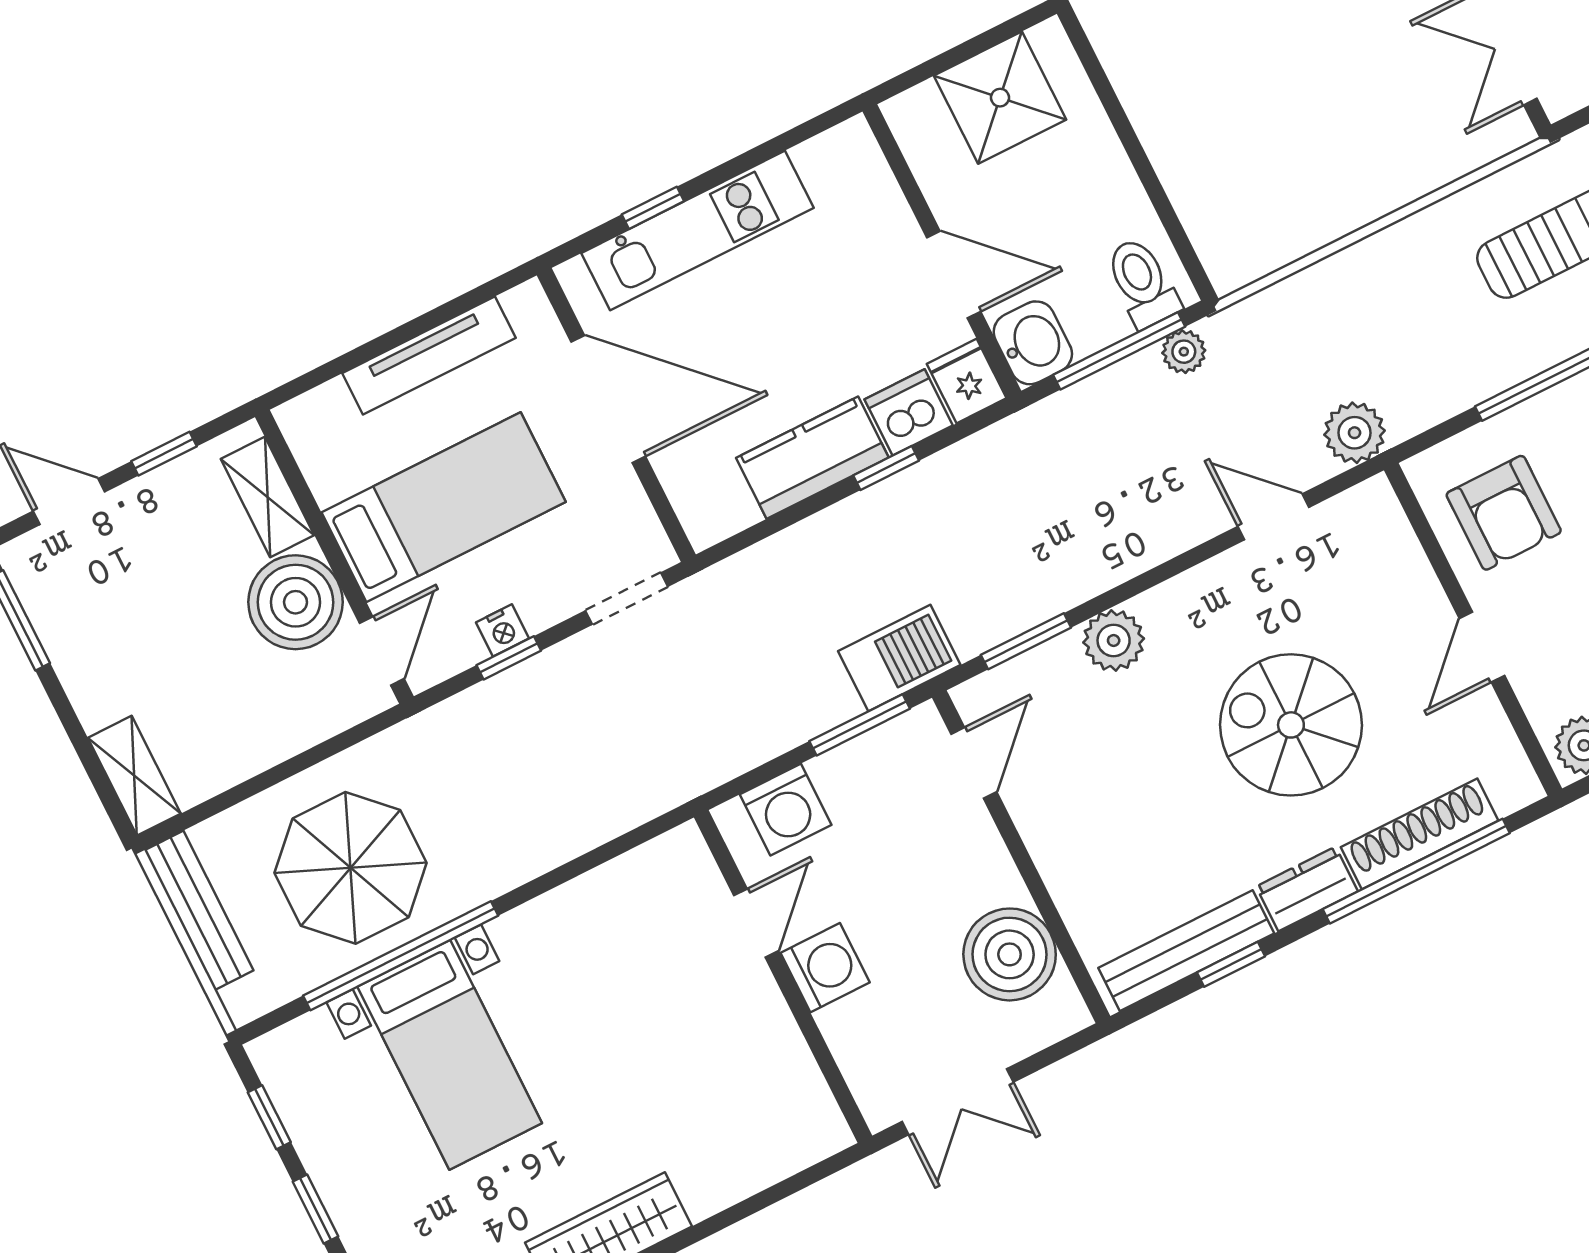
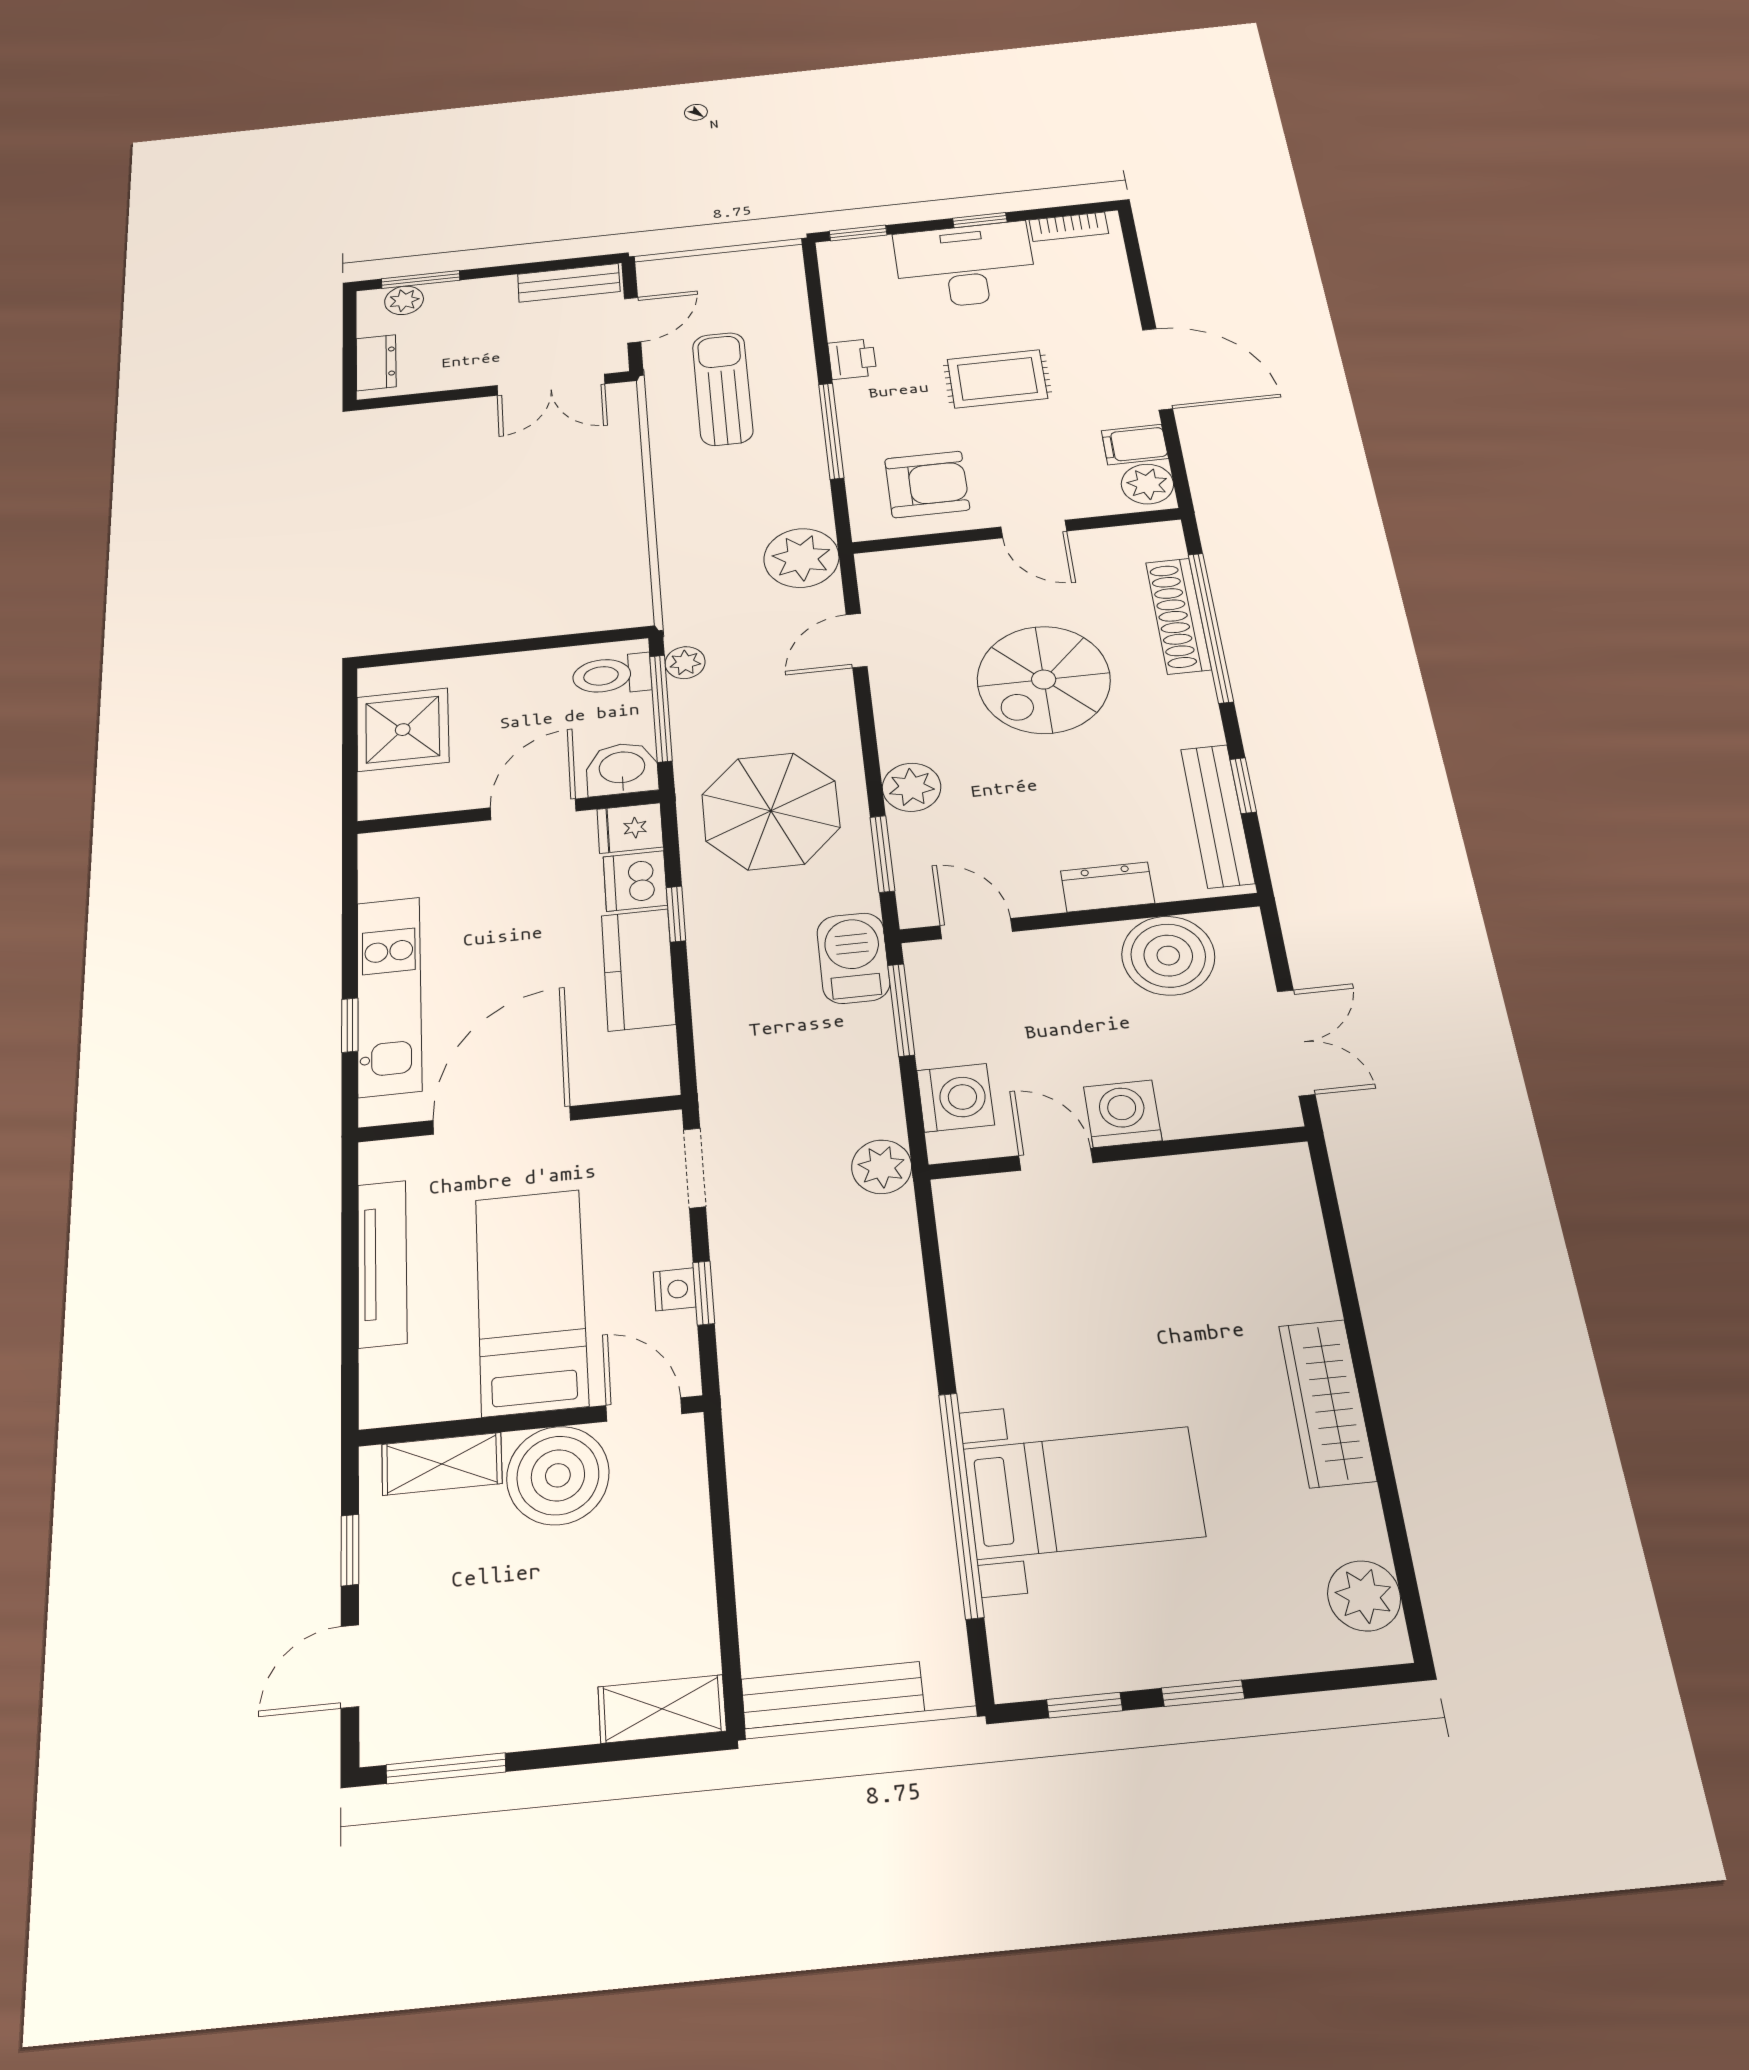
plant: (1355, 433) -> (801, 558), width x1.36, depth x1.36
plant: (691, 768) -> (882, 1167), added
parasol: (351, 868) -> (771, 811), moved
dresser: (1307, 889) -> (1107, 887), moved, turned 90

